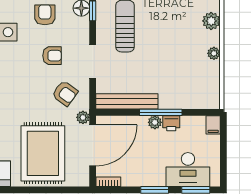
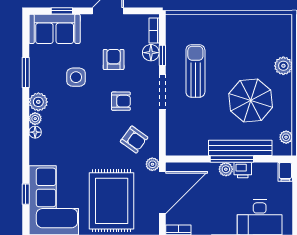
plant: (214, 53) -> (286, 137), moved
parasol: (179, 55) -> (251, 101), added
doorway: (93, 62) -> (162, 92), moved
bench: (127, 101) -> (240, 148), moved

